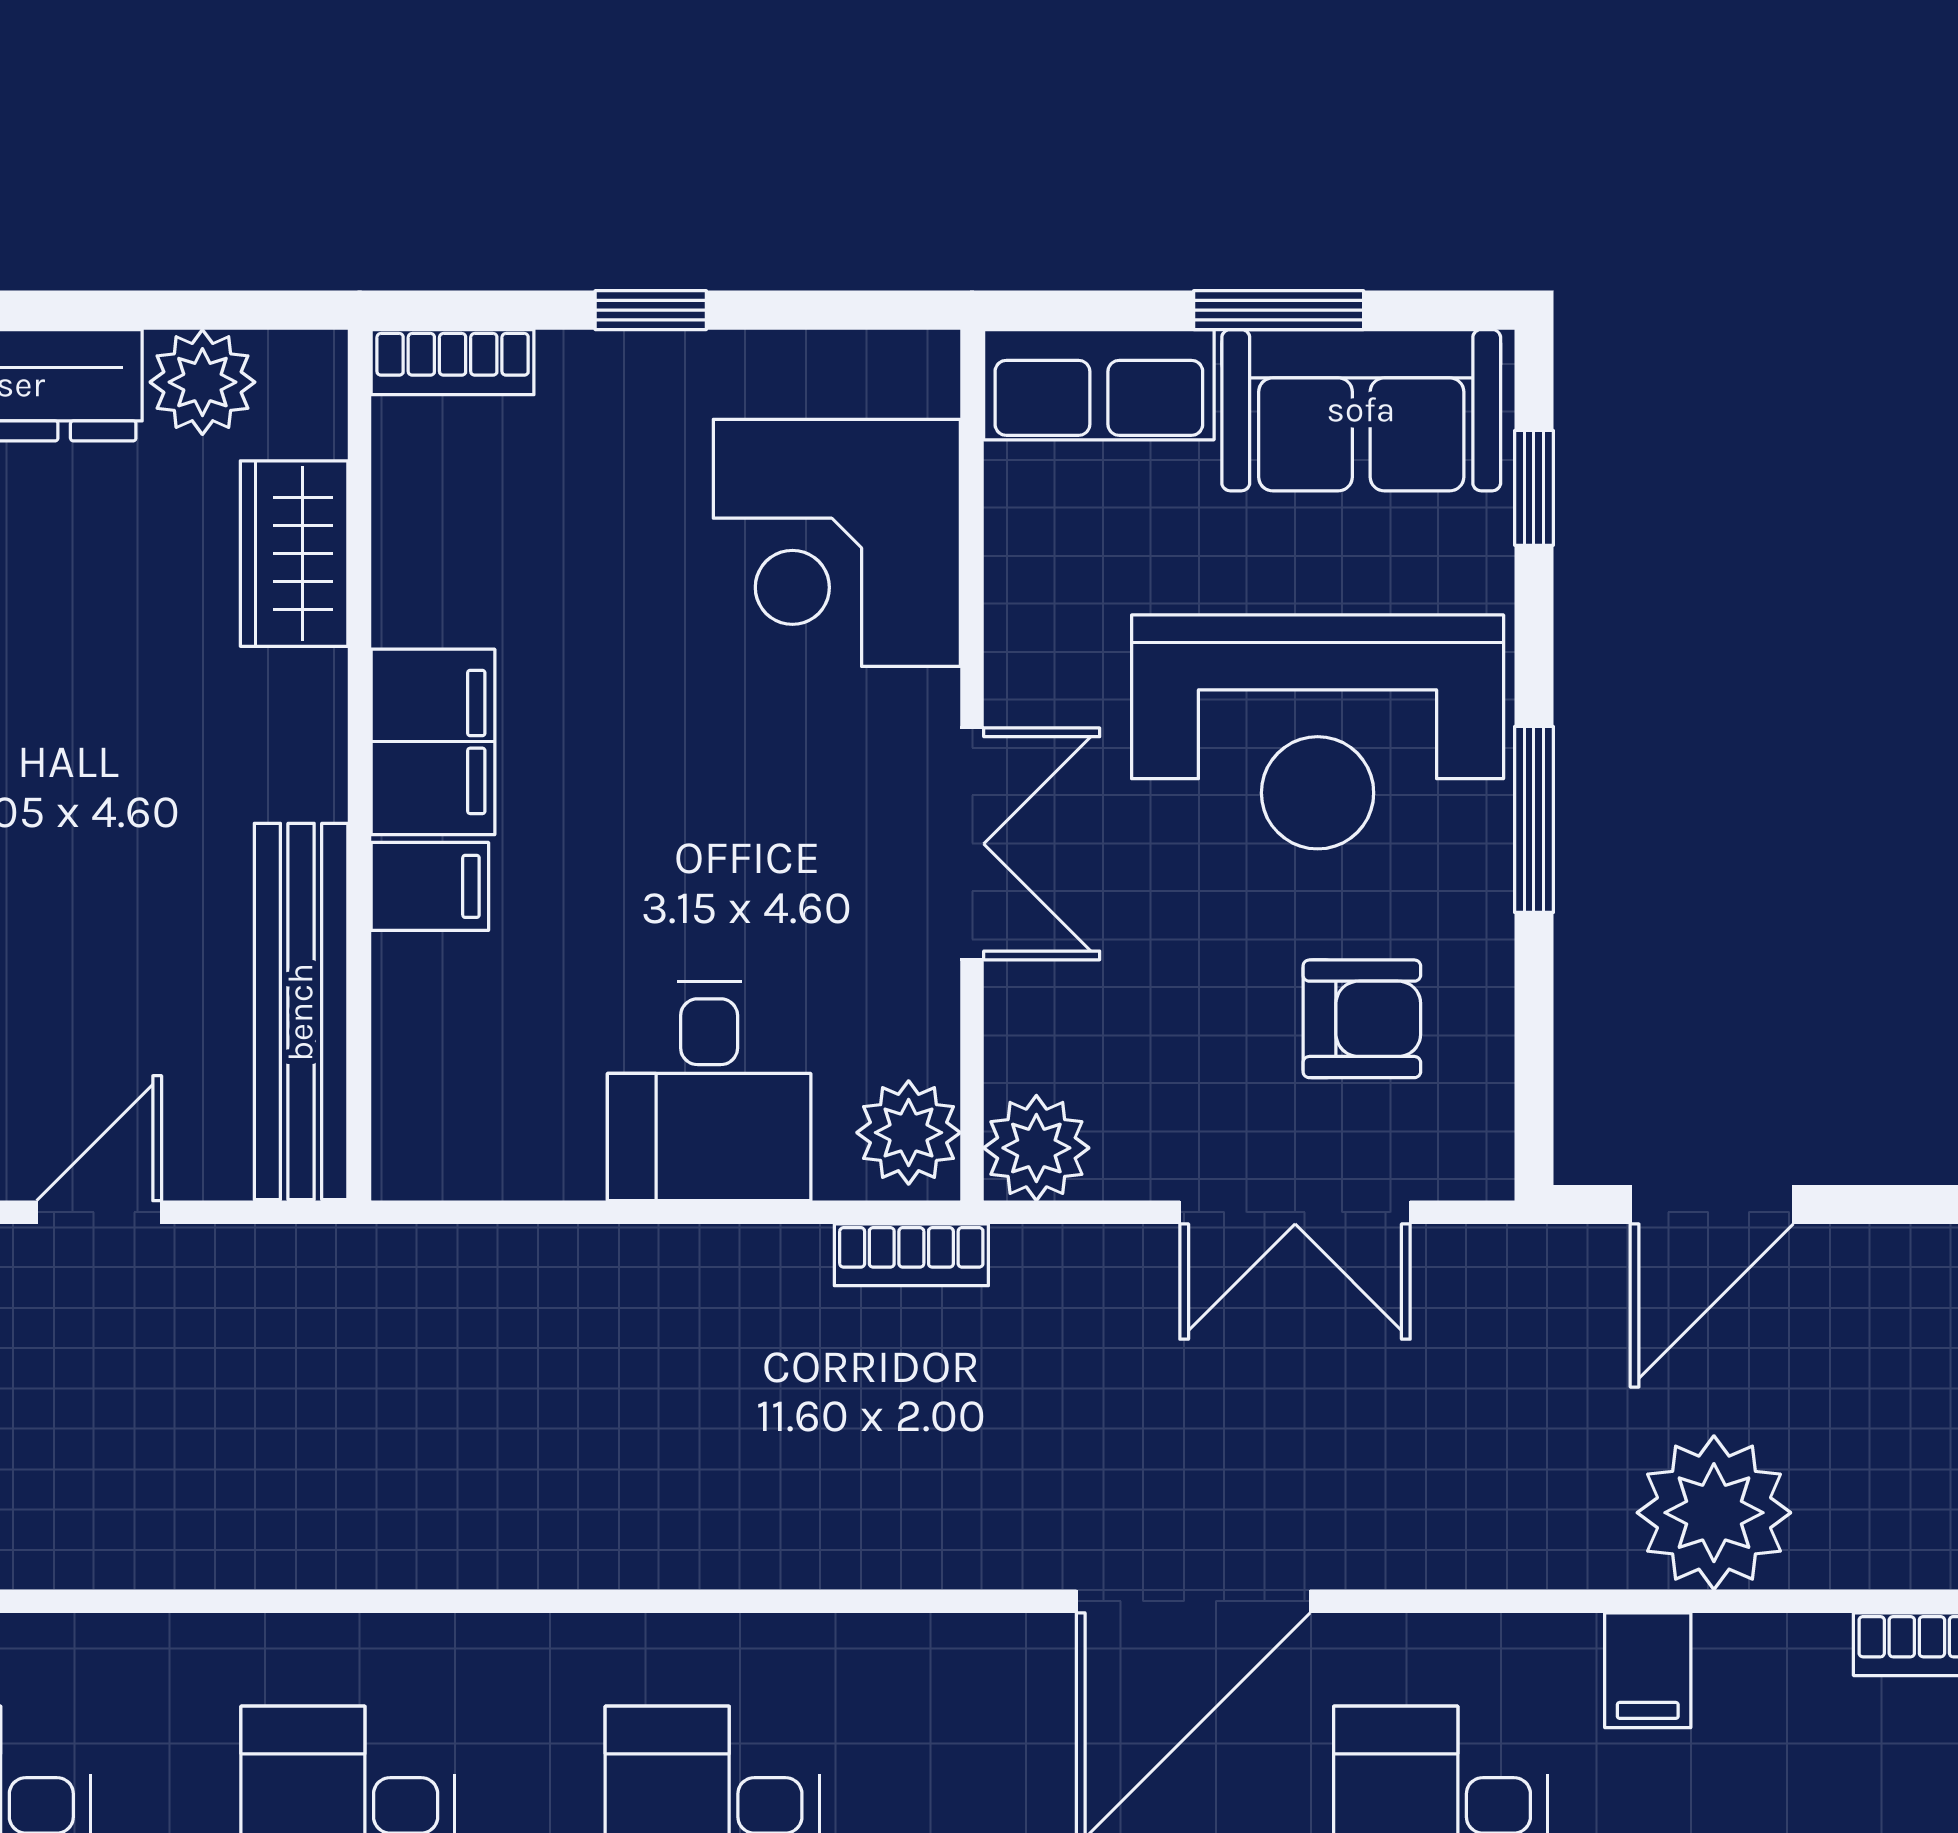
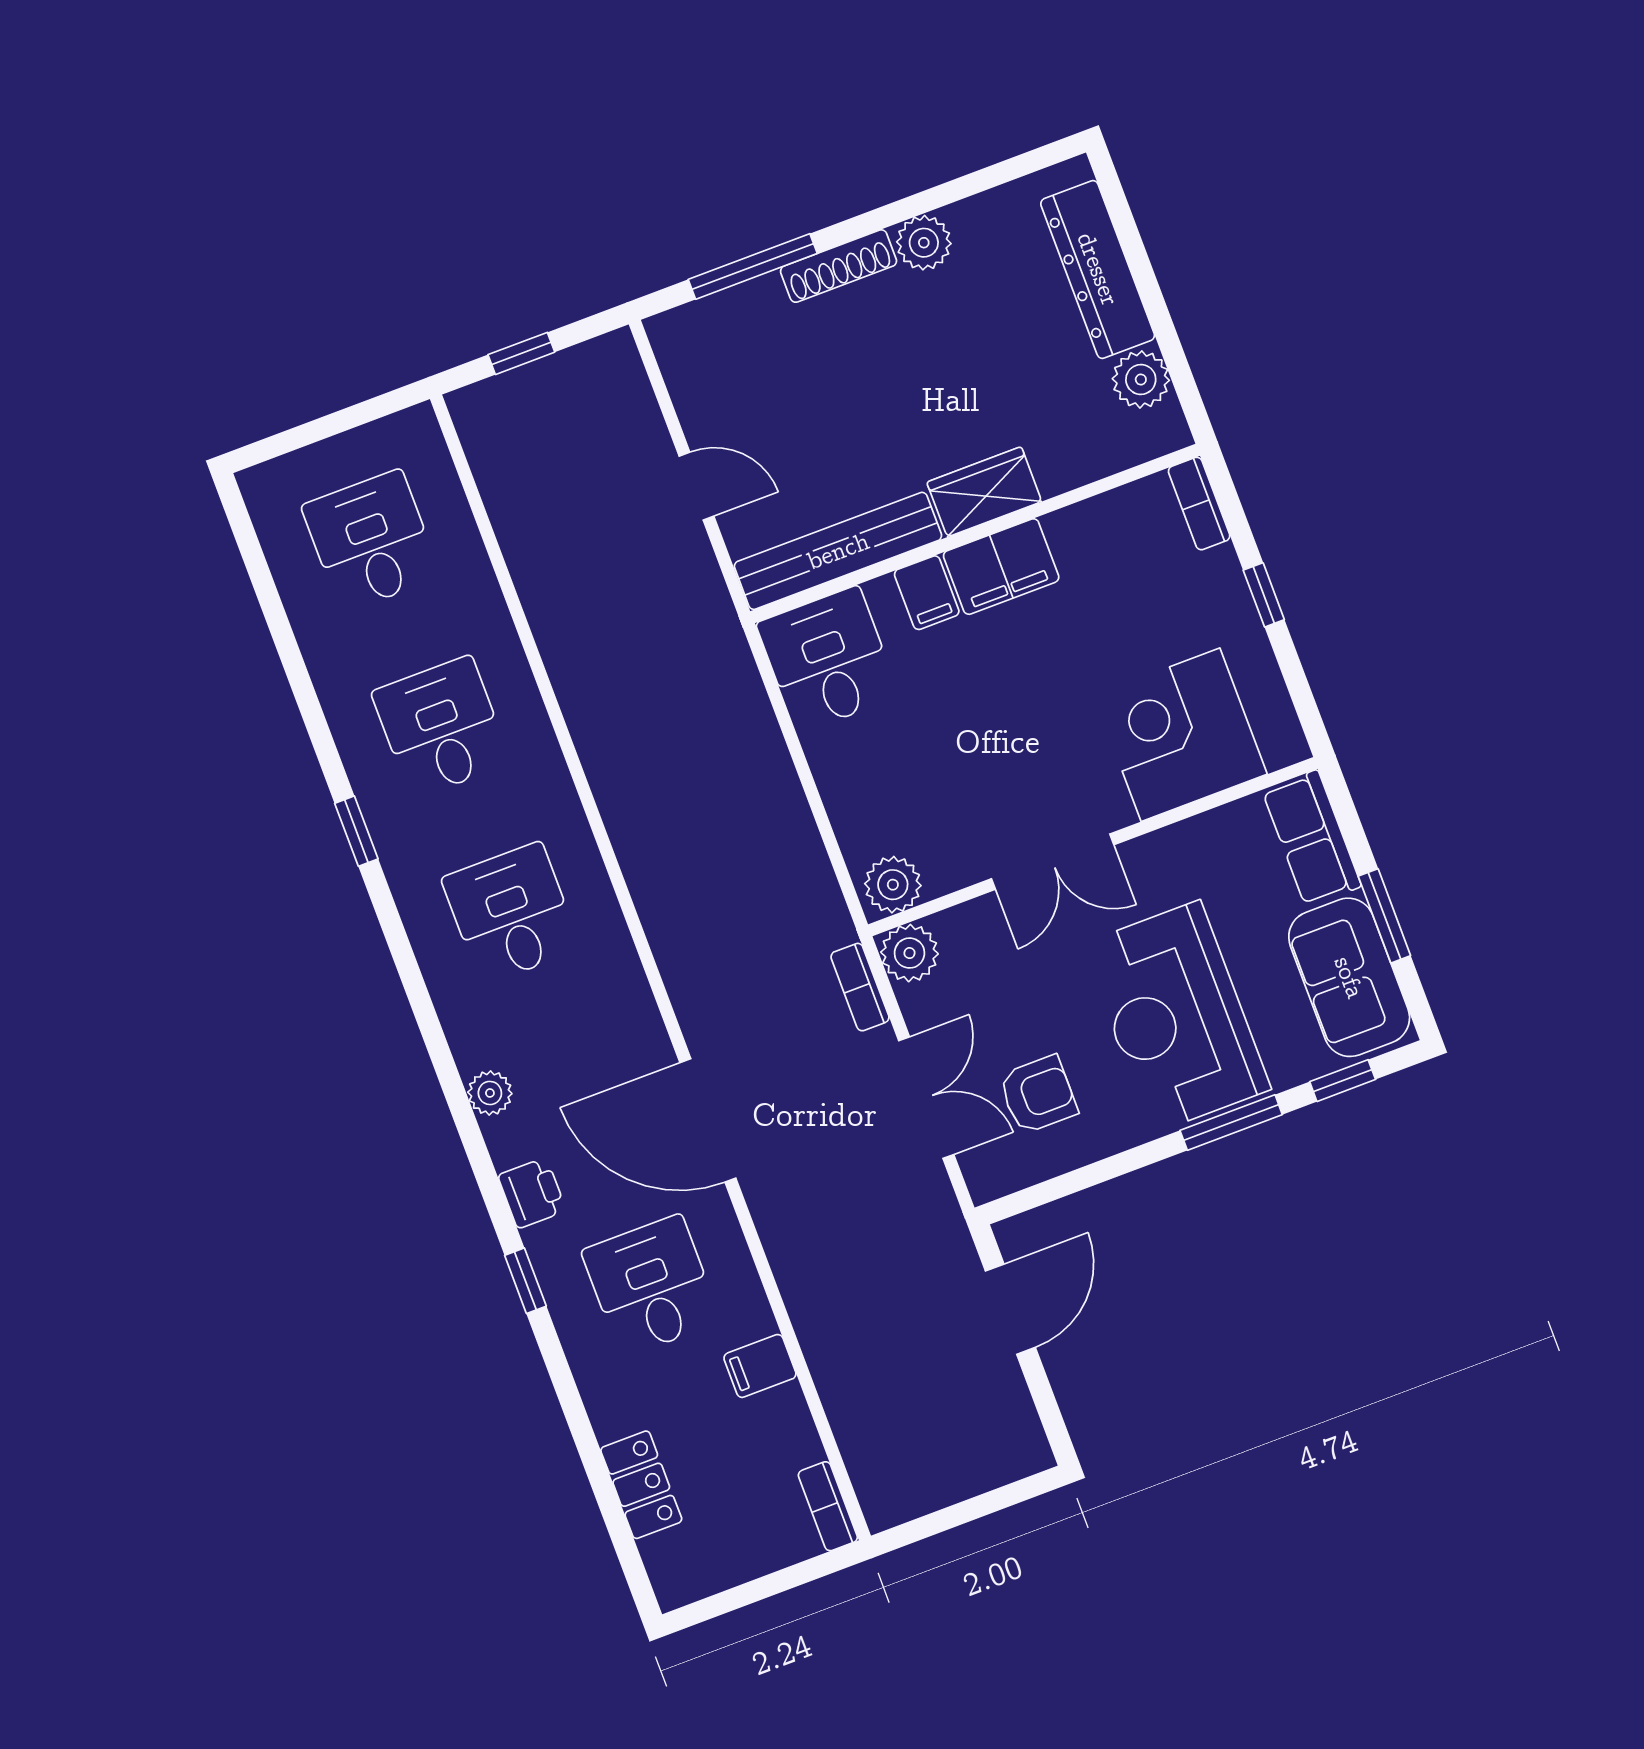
wardrobe: (294, 554) -> (984, 492), moved
window: (1534, 819) -> (1231, 1122), moved
armchair: (1362, 1019) -> (1038, 1095), turned -90
desk: (709, 1091) -> (828, 660), moved, turned 90
door: (1712, 1205) -> (1010, 1309), swing flipped
double door: (1295, 1212) -> (926, 1098), swing flipped
bookcase: (911, 1255) -> (860, 987), moved
plant: (1714, 1513) -> (853, 1370), removed

